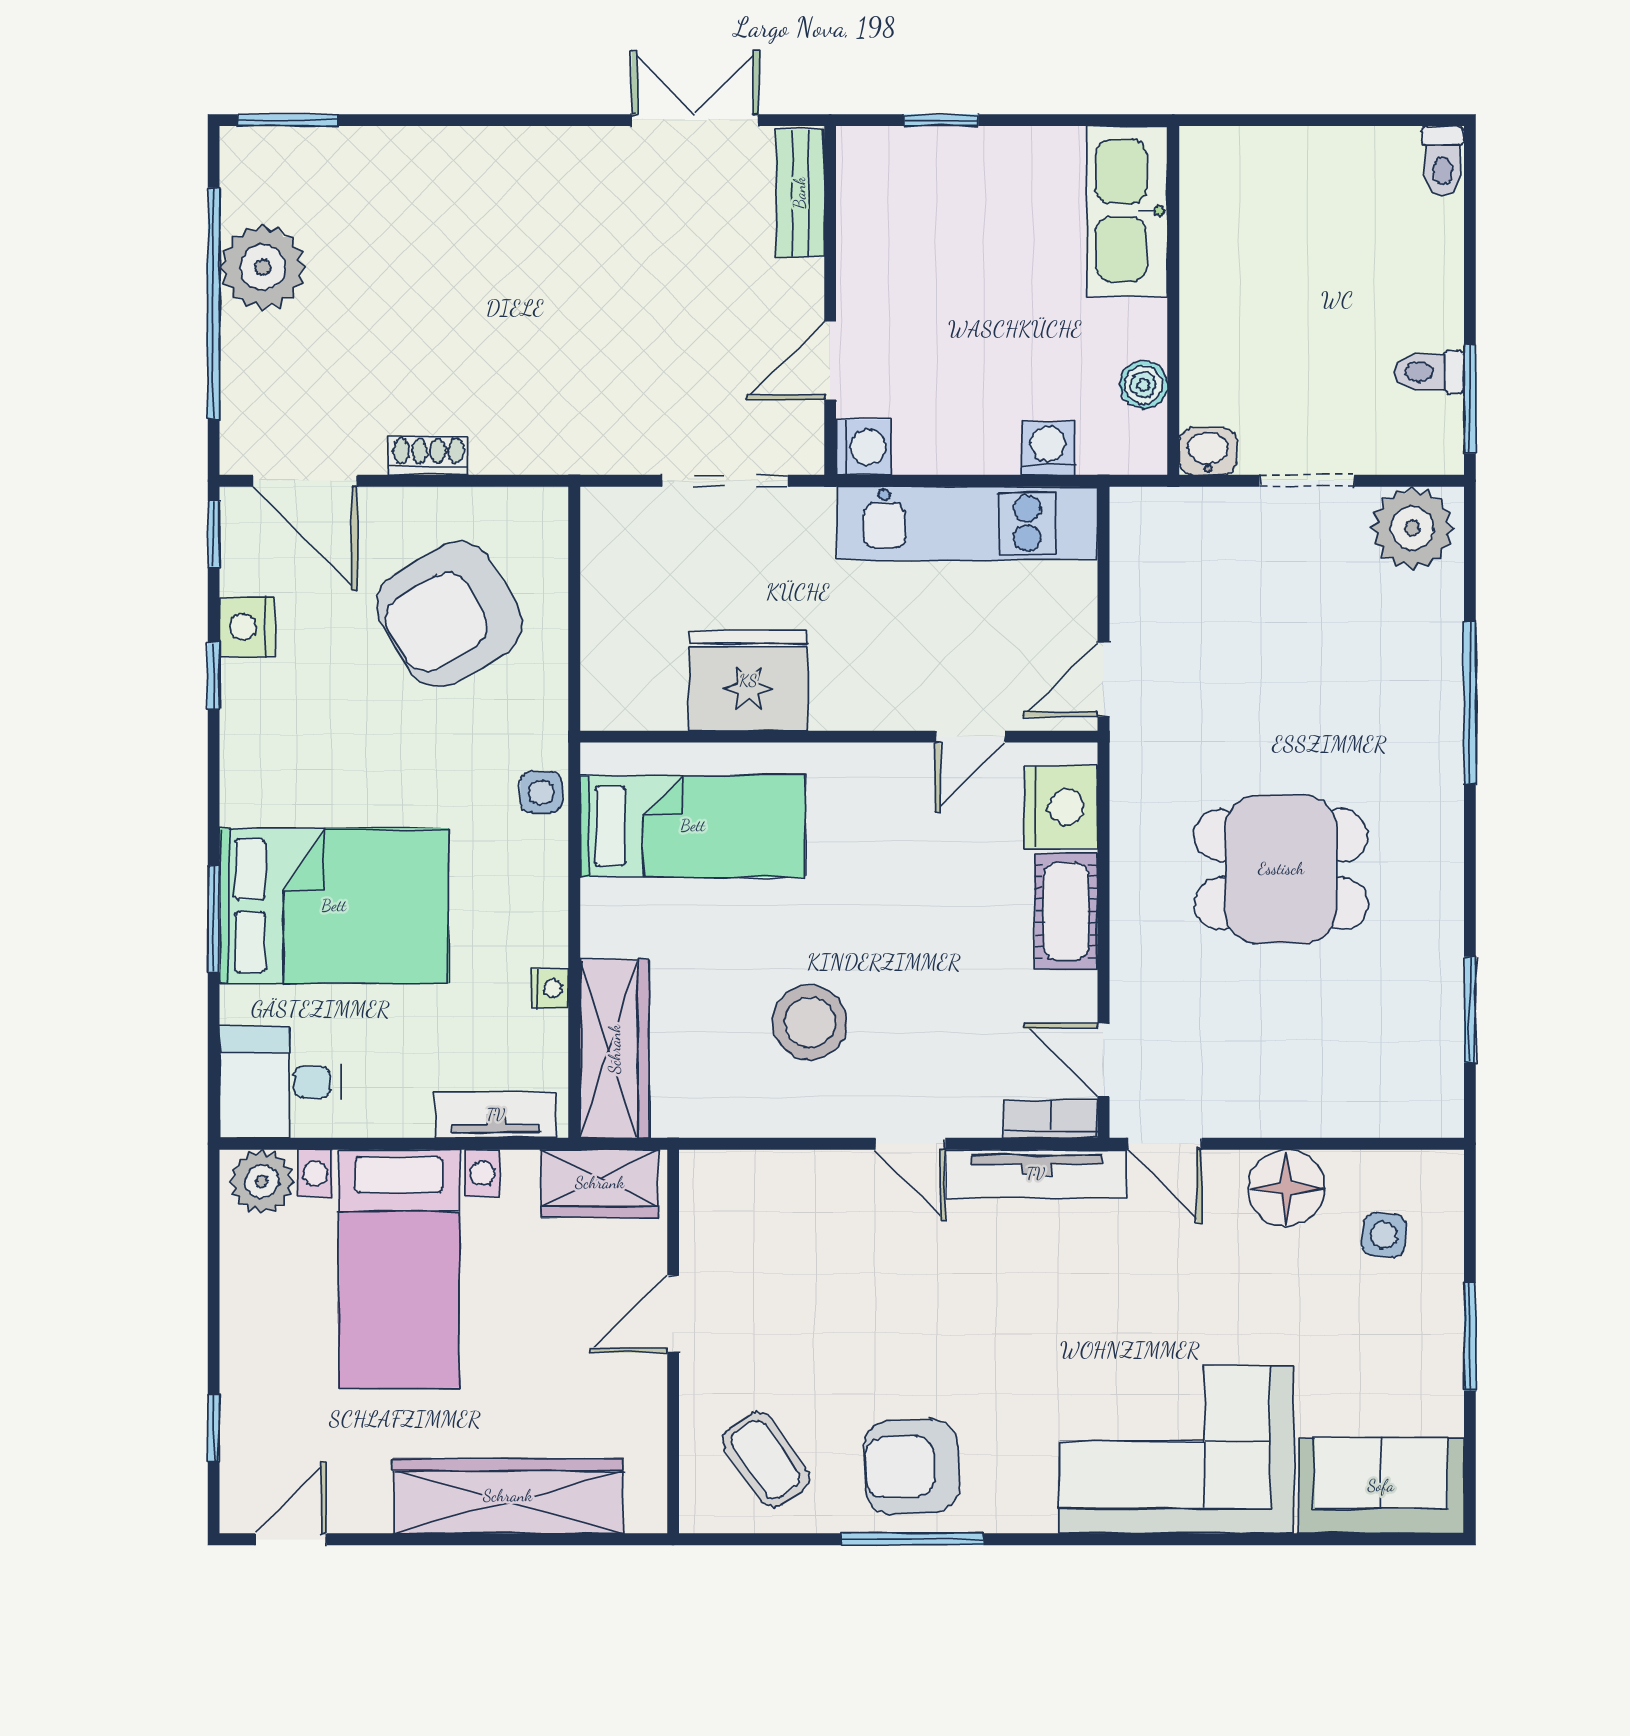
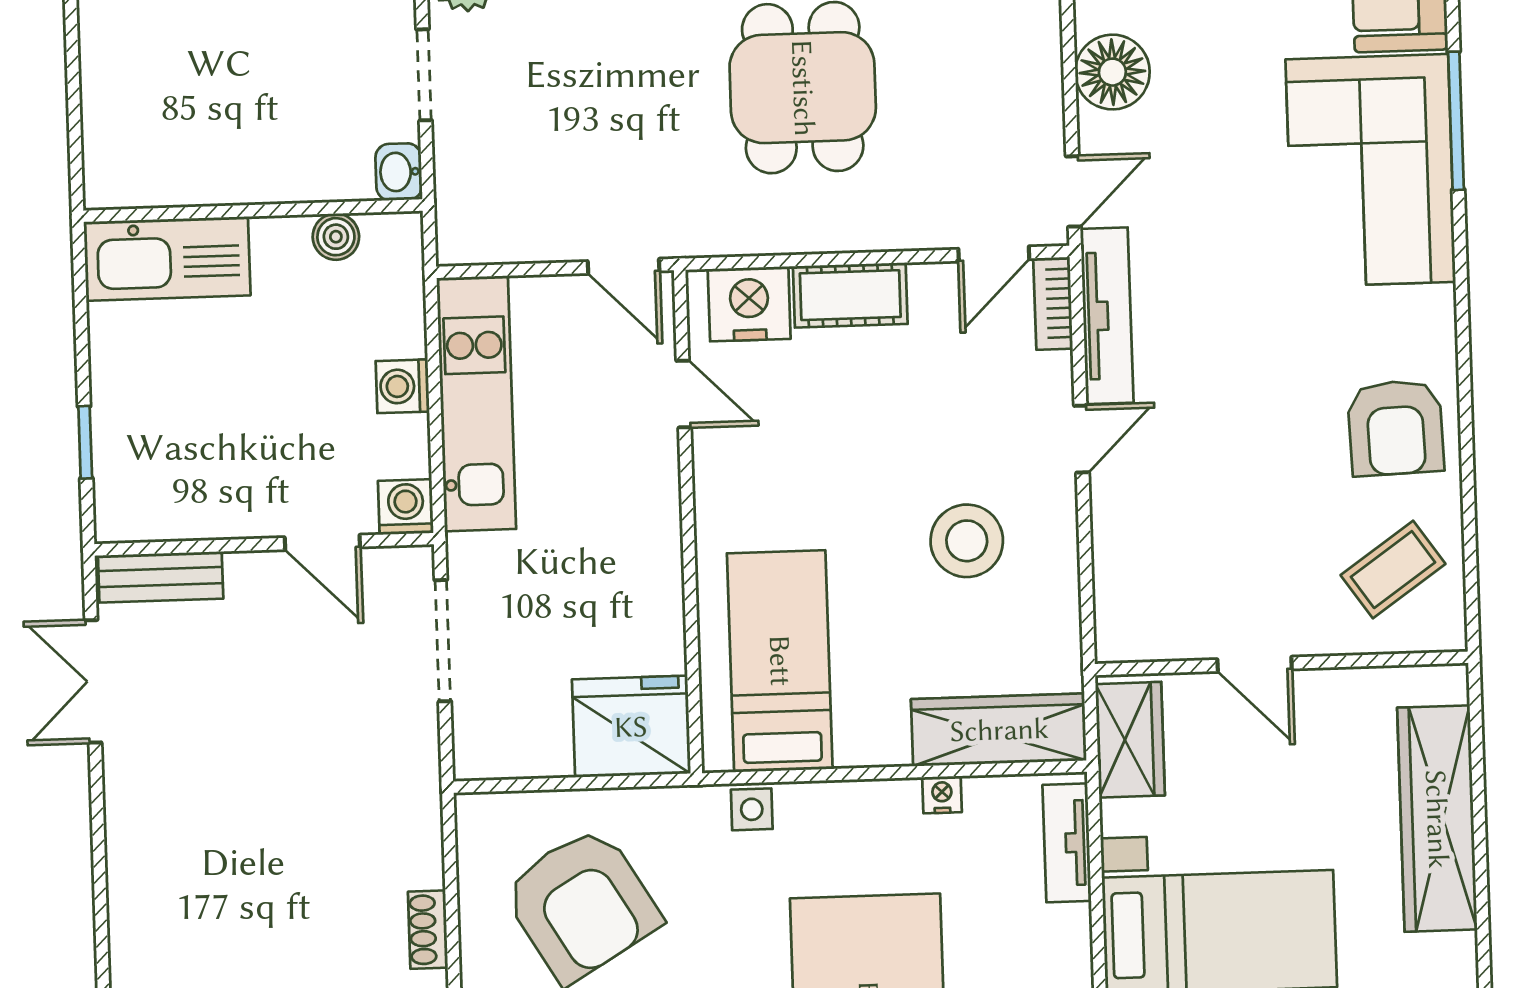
washing machine: (1048, 448) -> (403, 386), moved
fridge: (748, 681) -> (631, 727), moved, turned 90
window: (912, 1539) -> (1456, 121), moved

